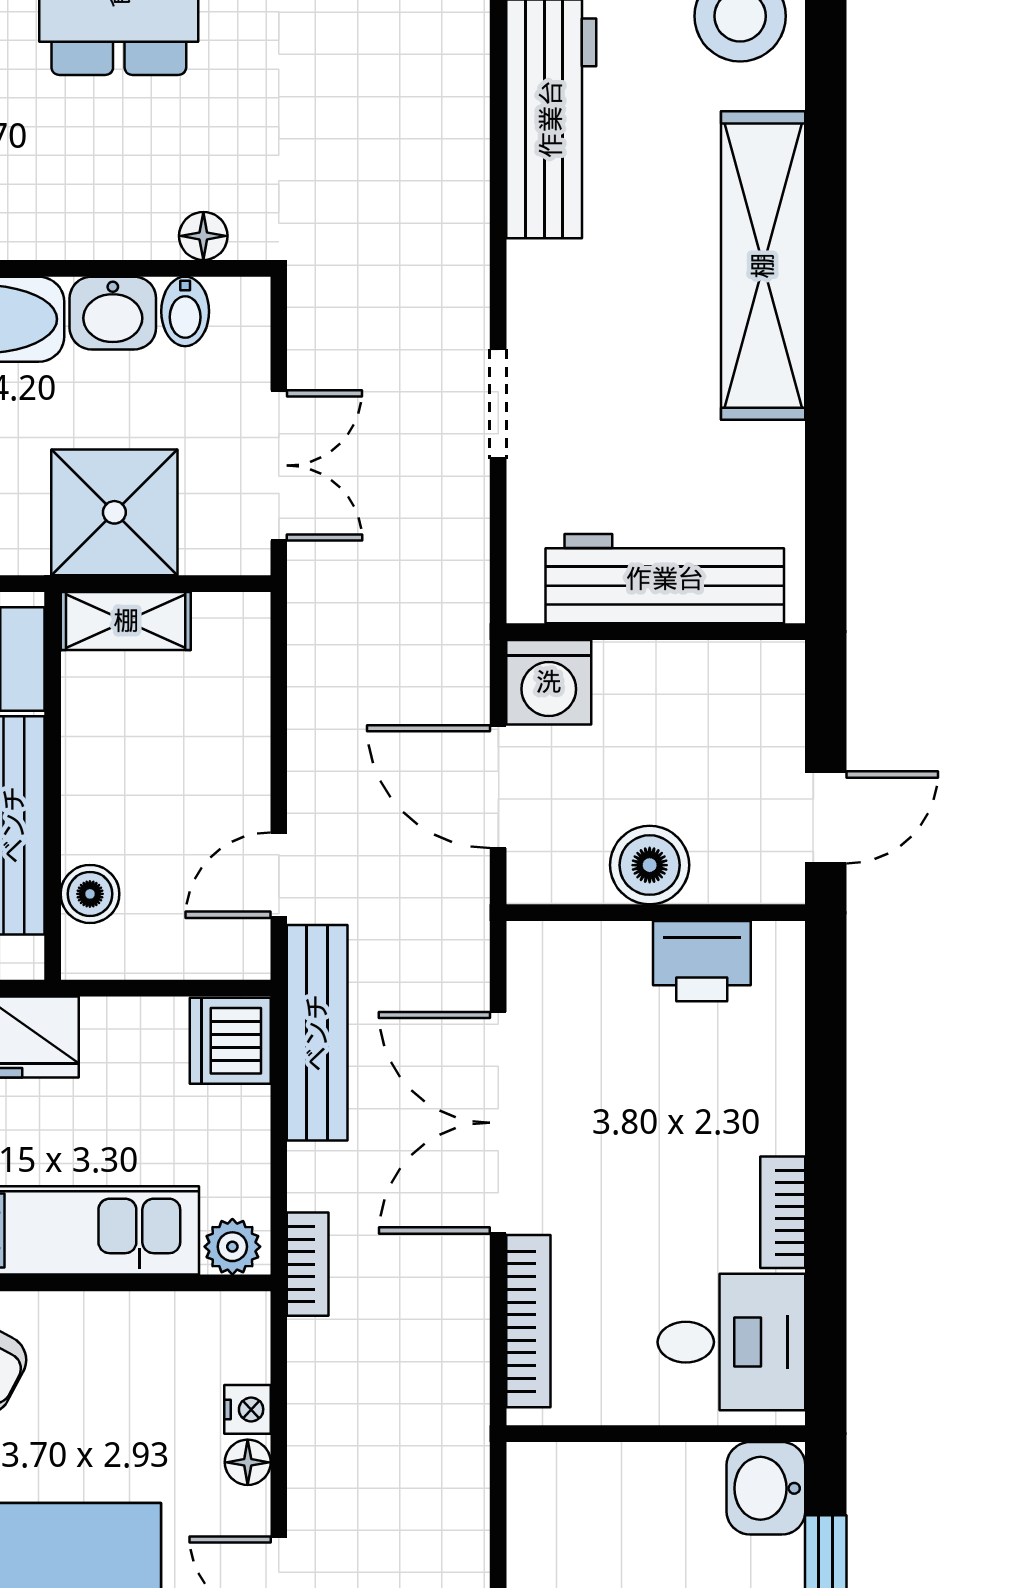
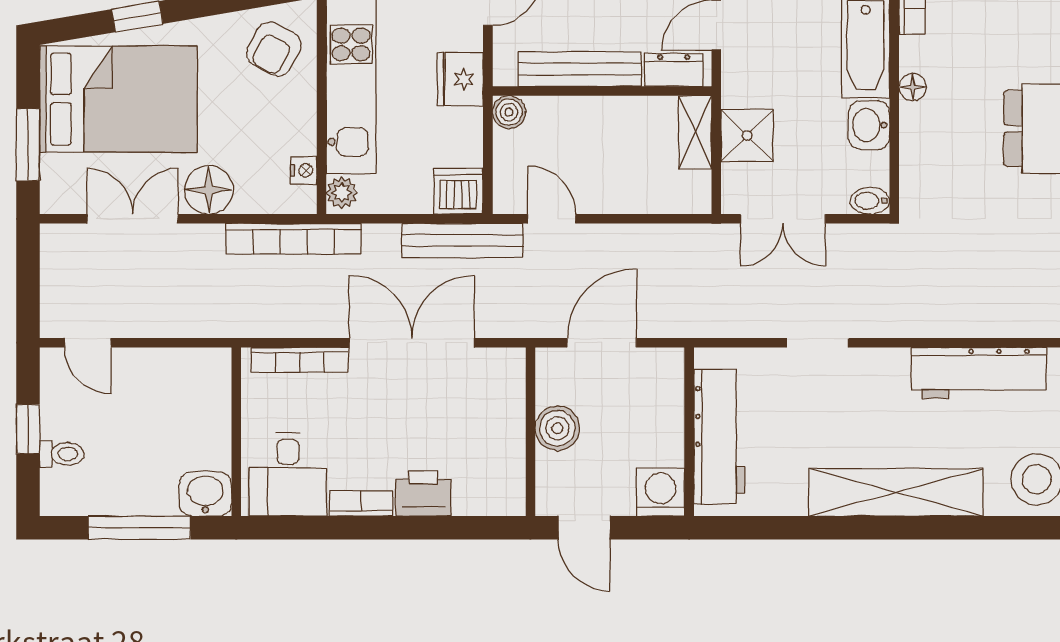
floor lamp: (203, 236) -> (913, 87), moved
bidet: (185, 311) -> (870, 201), moved
shower: (114, 512) -> (747, 135), width x0.73, depth x0.73
washing machine: (549, 682) -> (661, 492), moved, turned 90
boiler: (90, 894) -> (509, 112), moved
printer: (702, 961) -> (423, 493), moved, turned 90
bookcase: (308, 1264) -> (294, 239), width x2.31, depth x1.31
nightstand: (247, 1409) -> (304, 170), moved, turned -90
floor lamp: (248, 1462) -> (209, 190), width x1.89, depth x1.89

